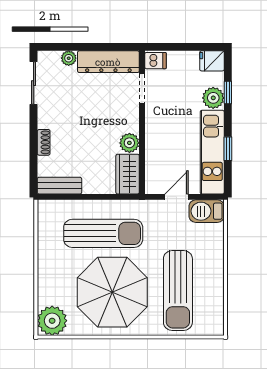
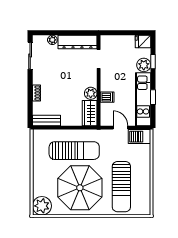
dishwasher: (155, 61) -> (107, 97), moved
door: (177, 197) -> (121, 128), hinge flipped

